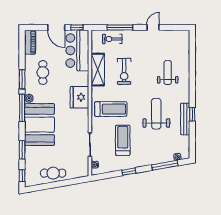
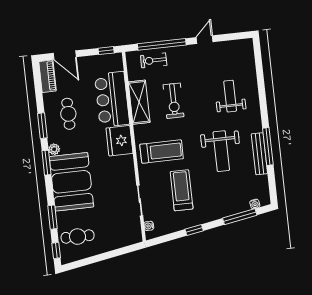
door: (56, 27) -> (65, 55), moved
window: (120, 27) -> (162, 44), width x1.46
bar counter: (77, 50) -> (112, 99), moved
window: (22, 108) -> (46, 163), width x0.69
weight bench: (156, 114) -> (221, 151), turned 180
window: (192, 114) -> (268, 147), width x2.17
cafe table: (53, 173) -> (78, 237), moved

